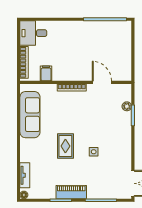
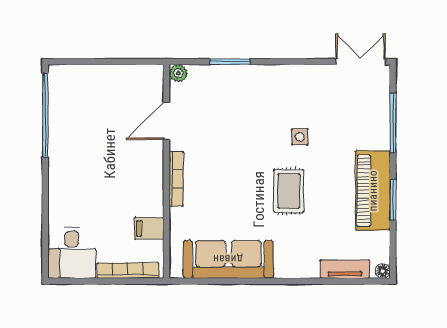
plant: (127, 106) -> (178, 73), moved
rug: (65, 146) -> (289, 191), turned 90
piano: (71, 192) -> (373, 191), width x1.37, depth x1.33

